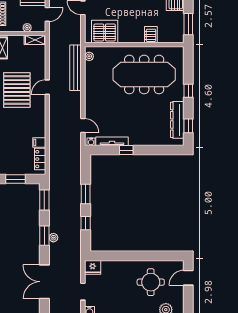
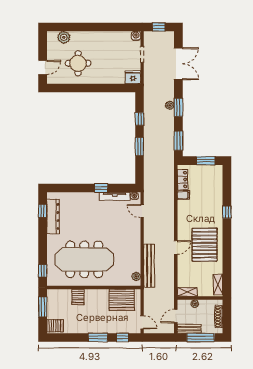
window: (188, 91) -> (43, 271), moved

